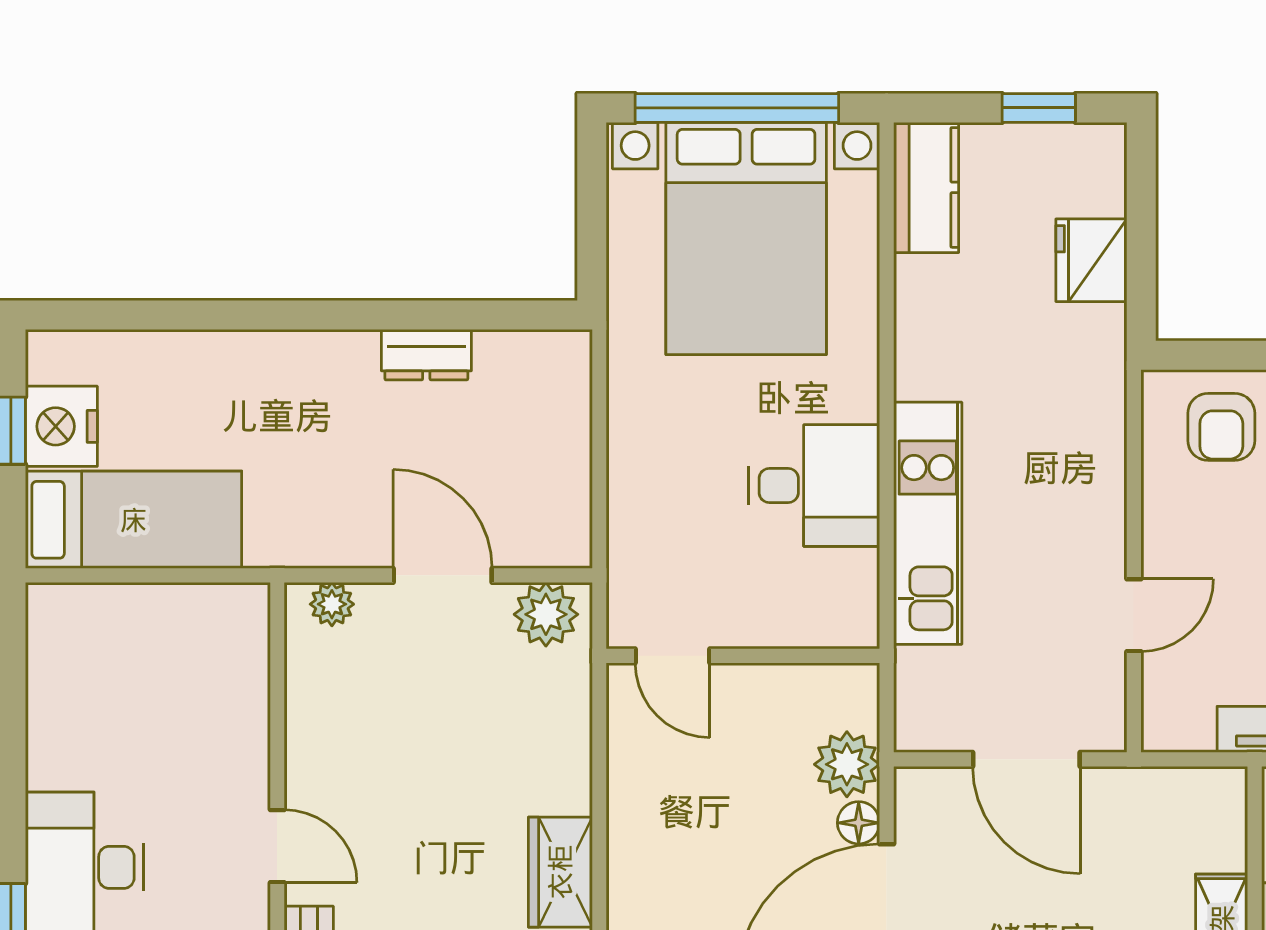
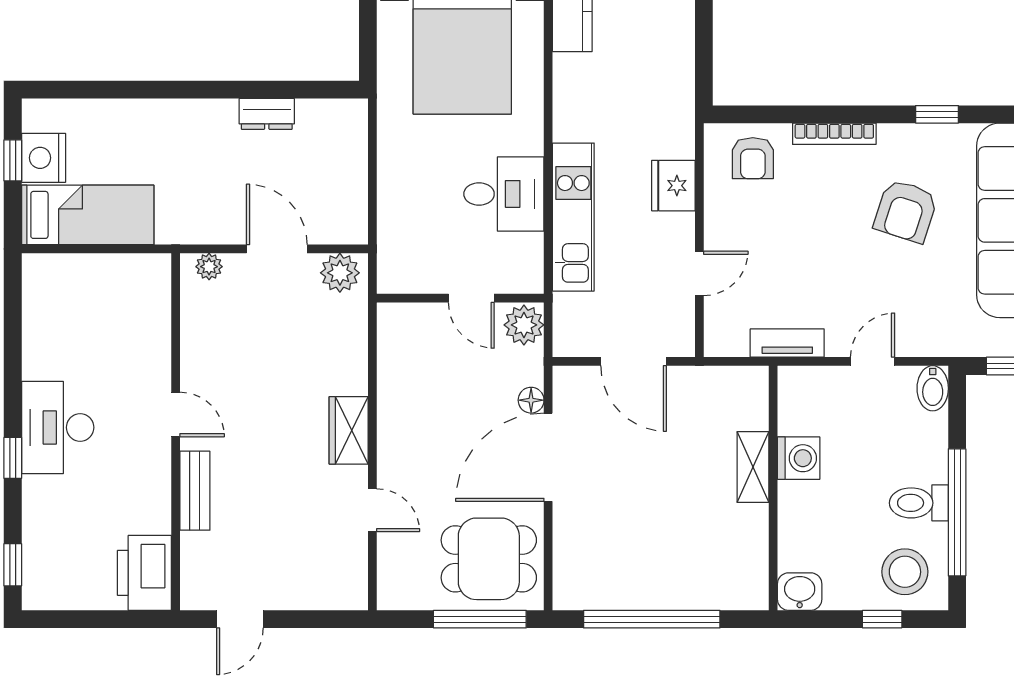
fridge: (1091, 260) -> (673, 186), moved
door: (673, 656) -> (471, 298), moved
plant: (847, 764) -> (524, 325), moved

